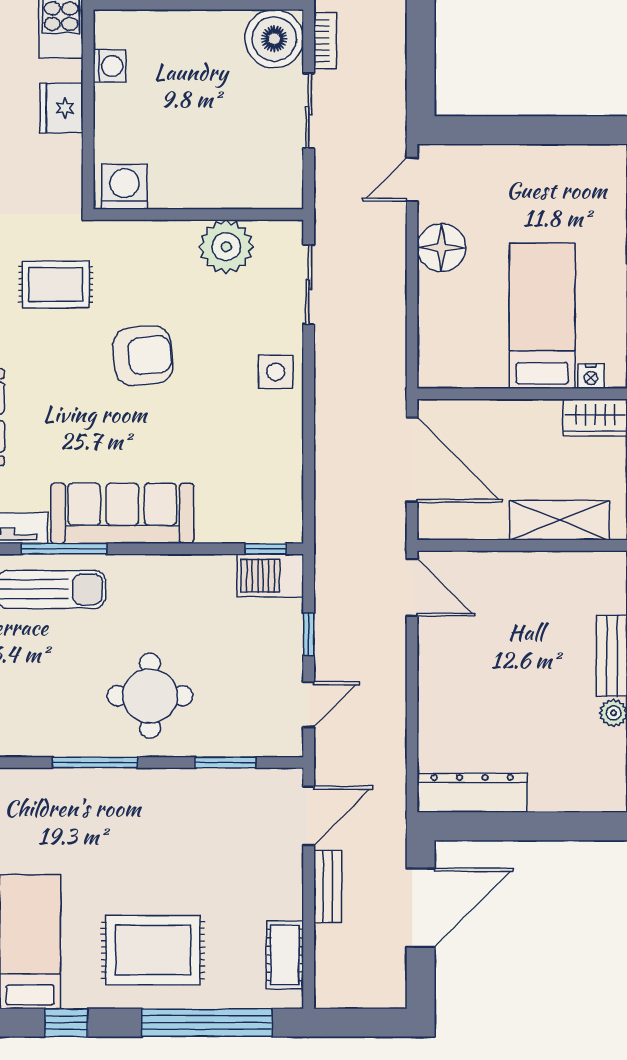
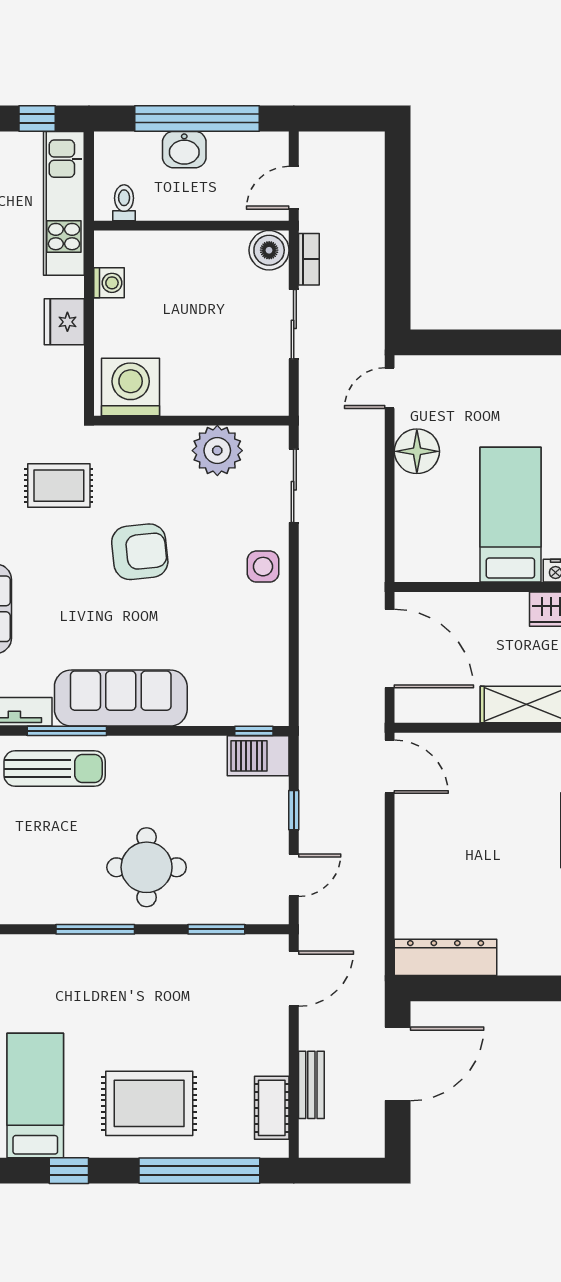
boiler: (274, 39) -> (269, 250), width x0.73, depth x0.73
washing machine: (124, 187) -> (131, 387), width x1.37, depth x1.37
bench: (328, 886) -> (311, 1085), moved

